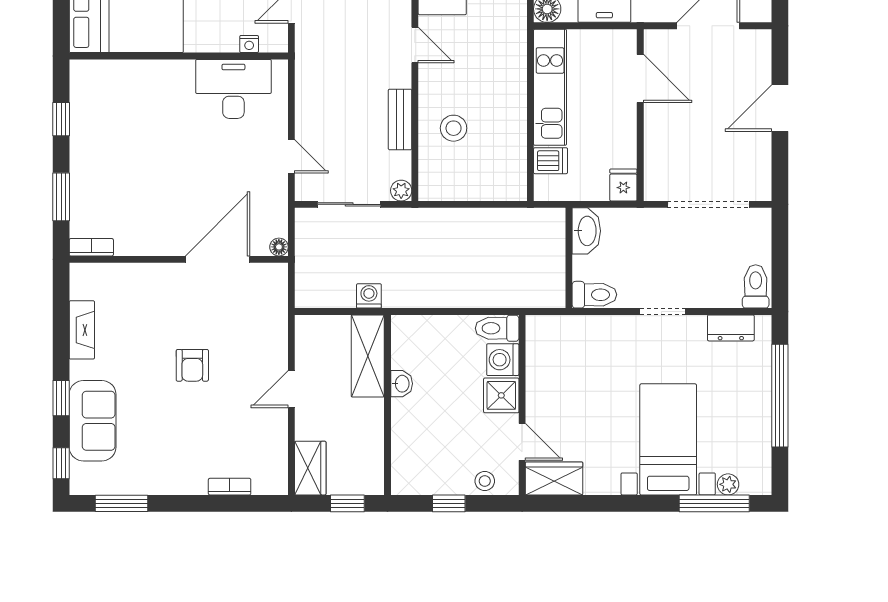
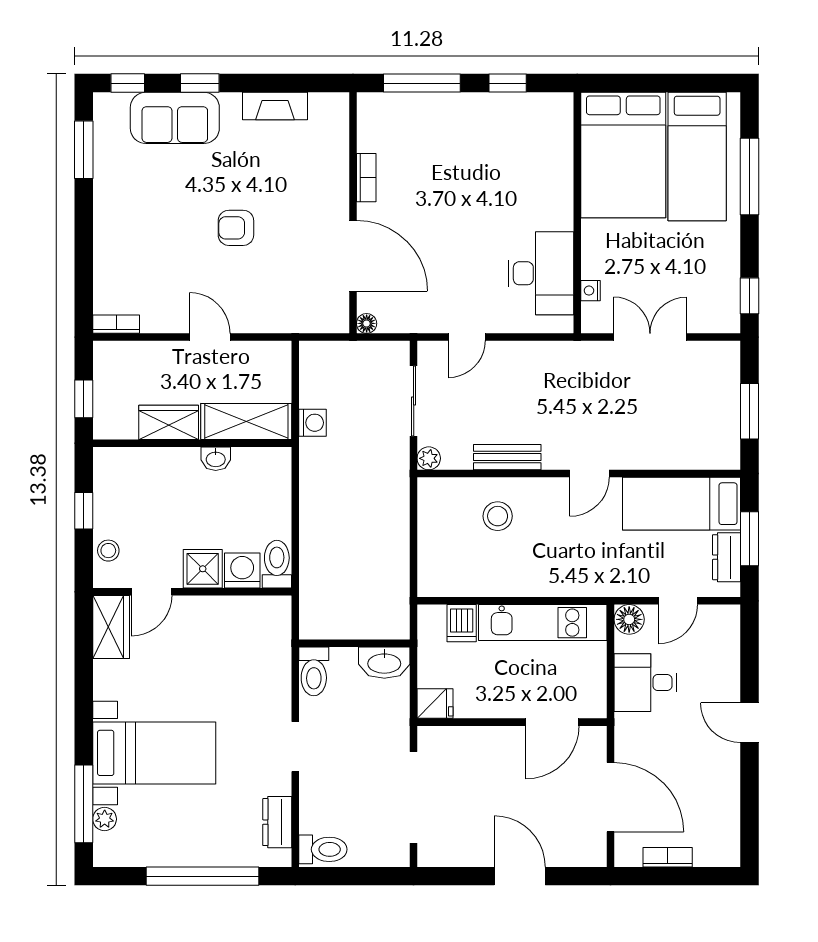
window: (61, 197) -> (422, 83), width x1.44
bookcase: (91, 247) -> (366, 178), moved
wardrobe: (310, 468) -> (169, 422), moved, turned 180
bookcase: (230, 487) -> (116, 324), moved, turned -90

